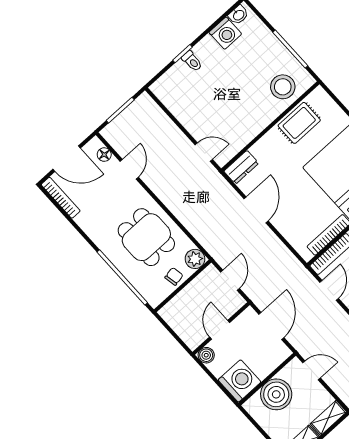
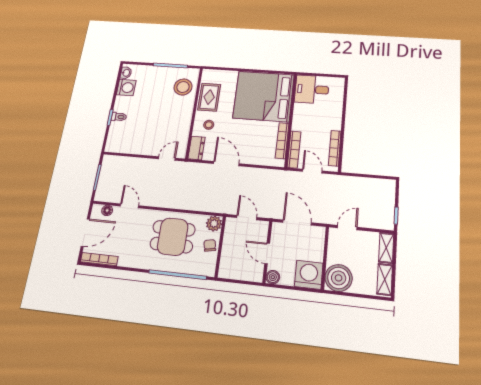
stool: (274, 153) -> (209, 125), added
boiler: (276, 394) -> (339, 278), moved

